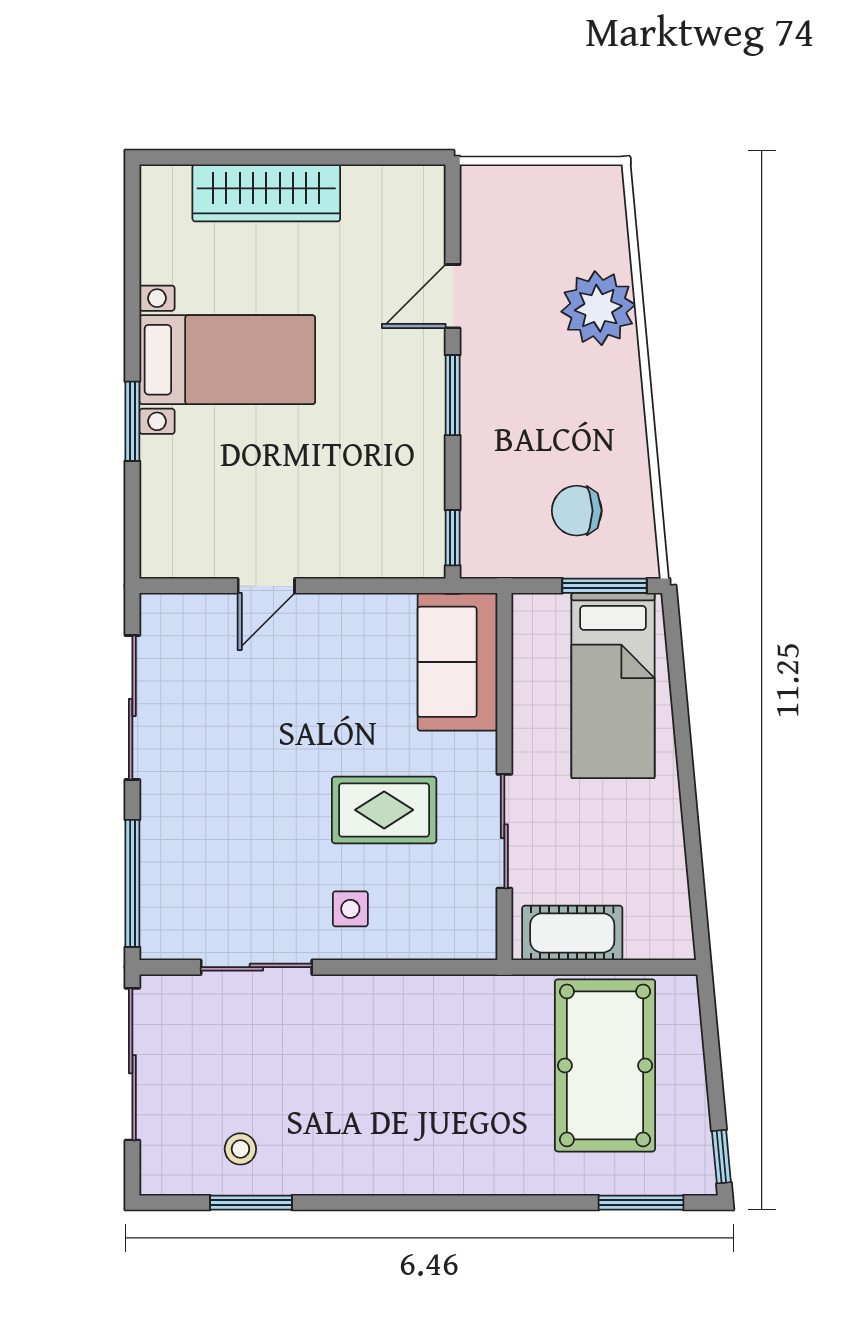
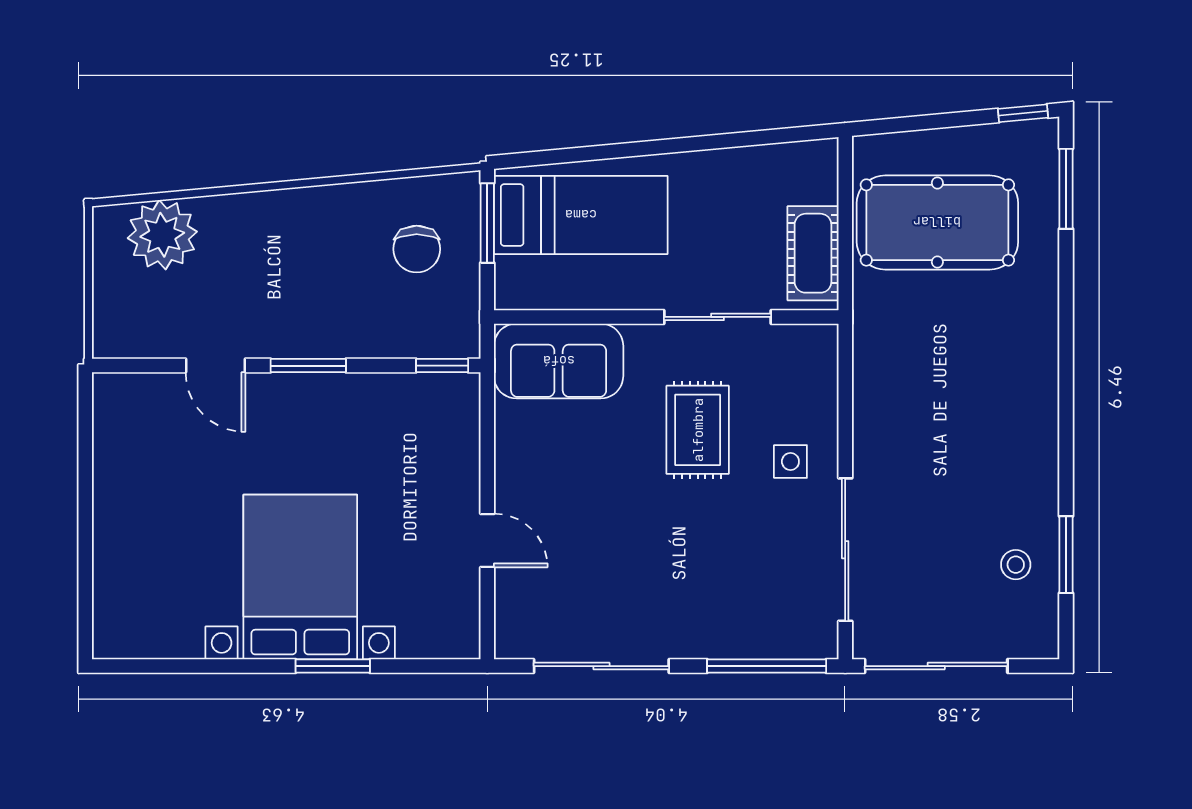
wardrobe: (266, 193) -> (119, 540), removed
plant: (598, 308) -> (162, 235), moved
bed with nightstands: (227, 360) -> (300, 577), width x1.36
sliding door: (256, 967) -> (845, 550), width x1.37

